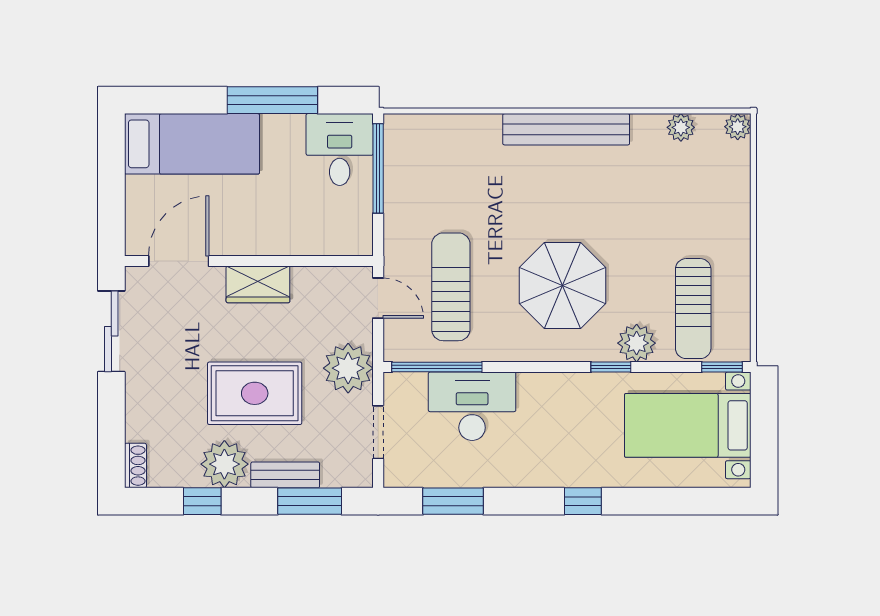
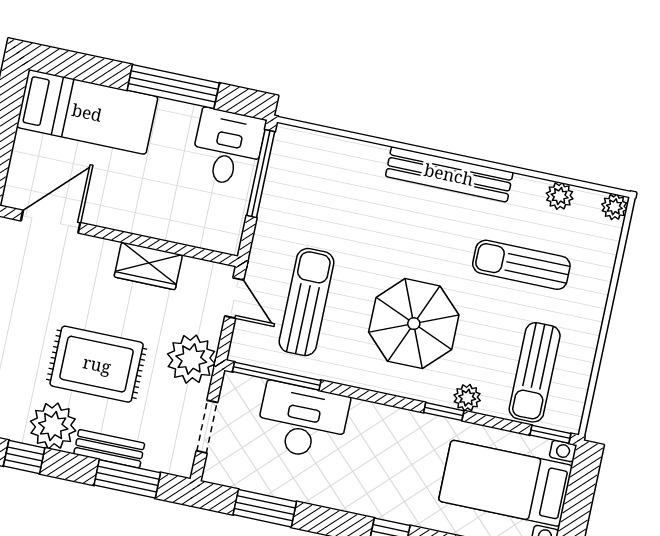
sun lounger: (657, 204) -> (521, 265), added
wardrobe: (258, 284) -> (148, 266), moved
plant: (637, 343) -> (467, 398), width x0.73, depth x0.73

